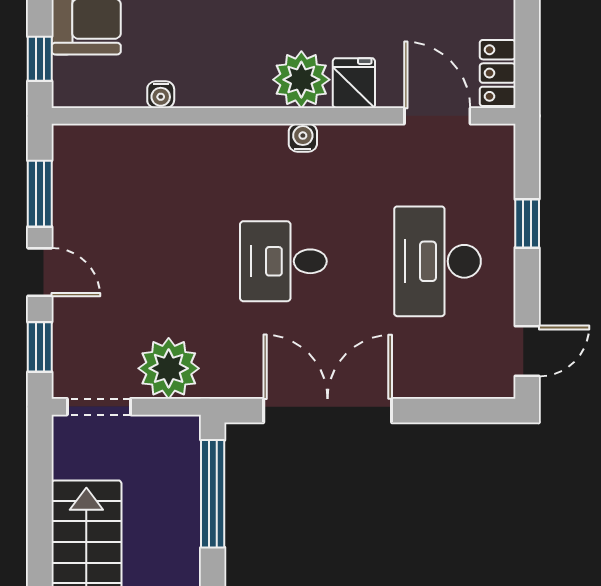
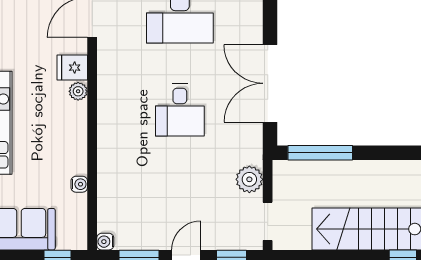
plant: (301, 80) -> (78, 91), width x0.53, depth x0.53
water cooler: (303, 138) -> (105, 242), moved
plant: (169, 368) -> (249, 179), width x0.73, depth x0.73

